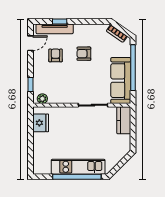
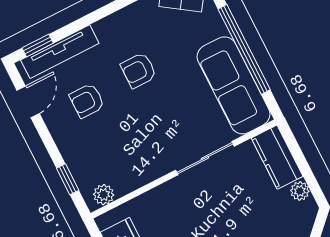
window: (60, 22) -> (38, 46), moved
armchair: (56, 55) -> (87, 101), turned -90
plant: (126, 139) -> (300, 191), added

